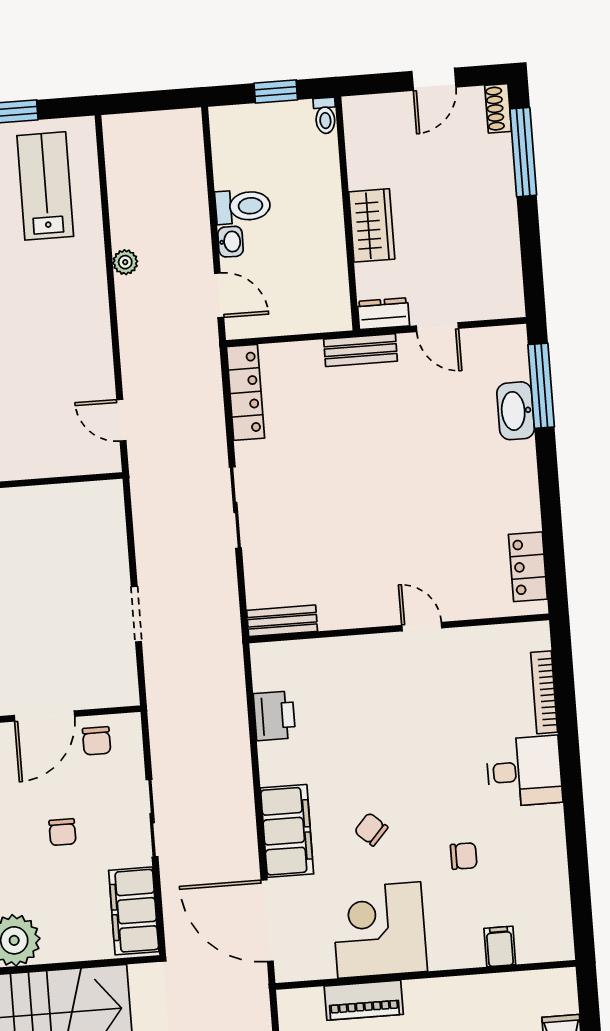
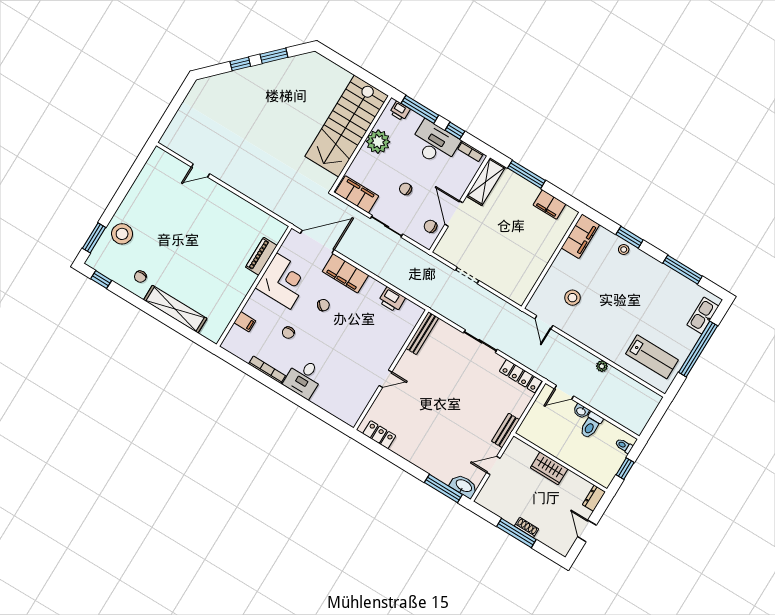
shoe rack: (498, 108) -> (526, 528), moved
toilet: (325, 116) -> (624, 446), moved
window: (523, 152) -> (516, 533), moved
dresser: (383, 314) -> (594, 498), moved, turned 180
stool: (42, 401) -> (572, 298), added
washbasin: (516, 411) -> (464, 486), moved
door: (121, 420) -> (544, 322), swing flipped
bench: (282, 621) -> (422, 333), width x1.36
bookcase: (544, 692) -> (267, 370), moved

